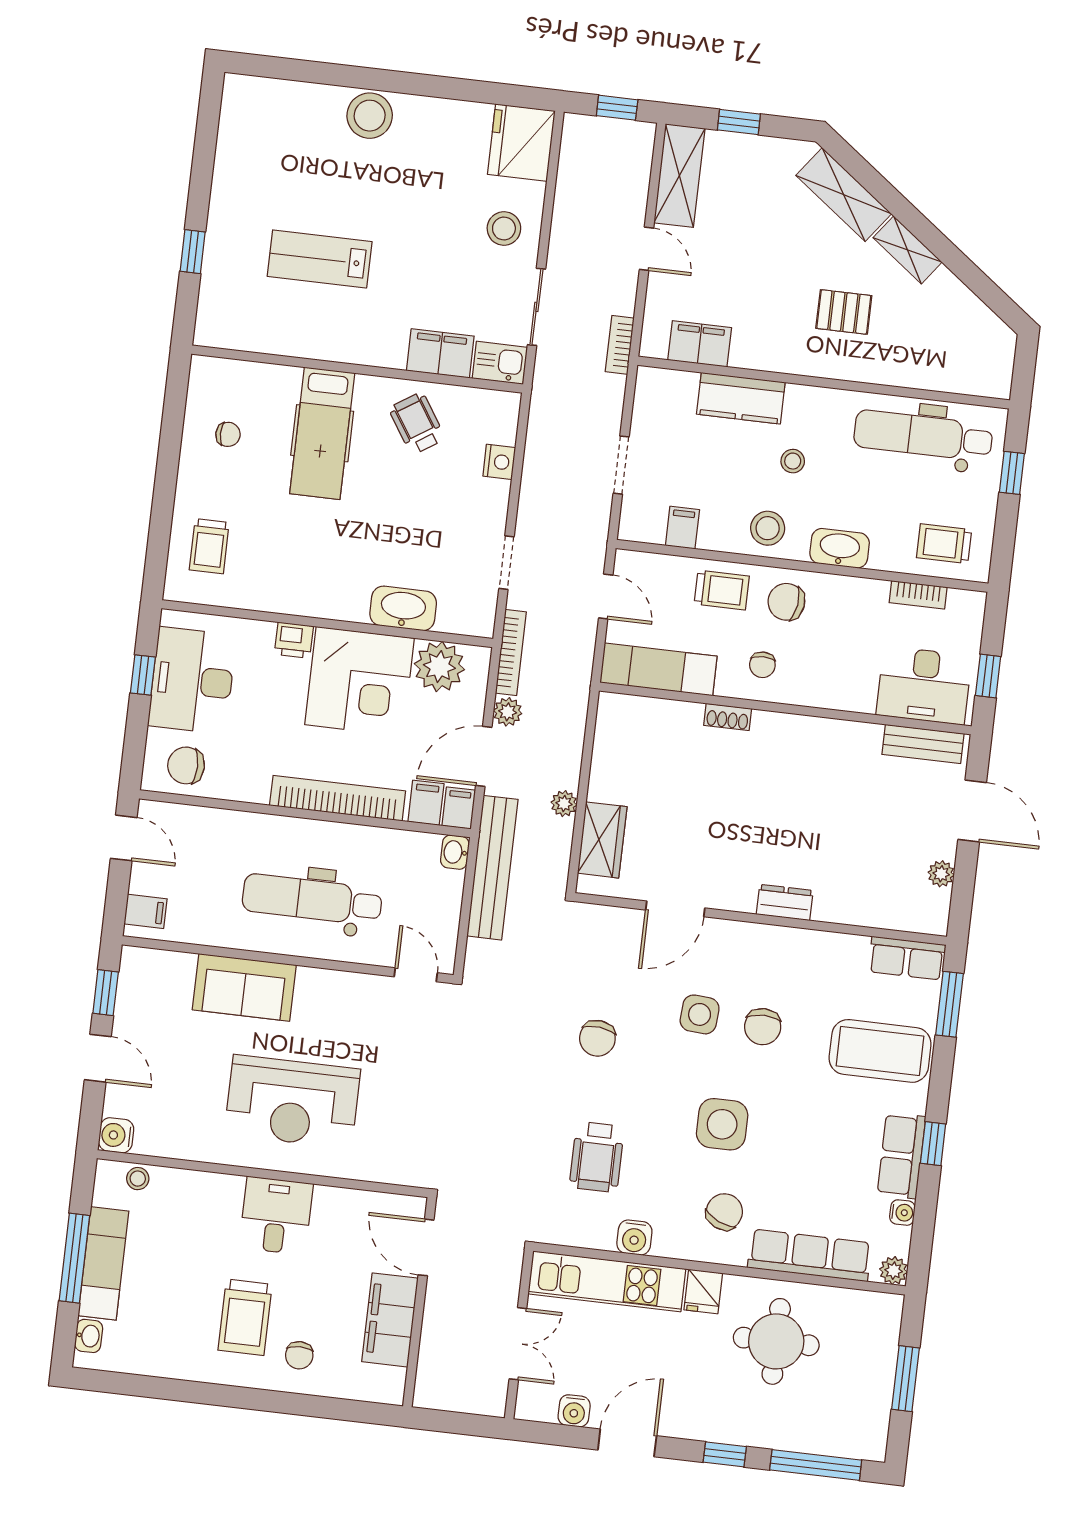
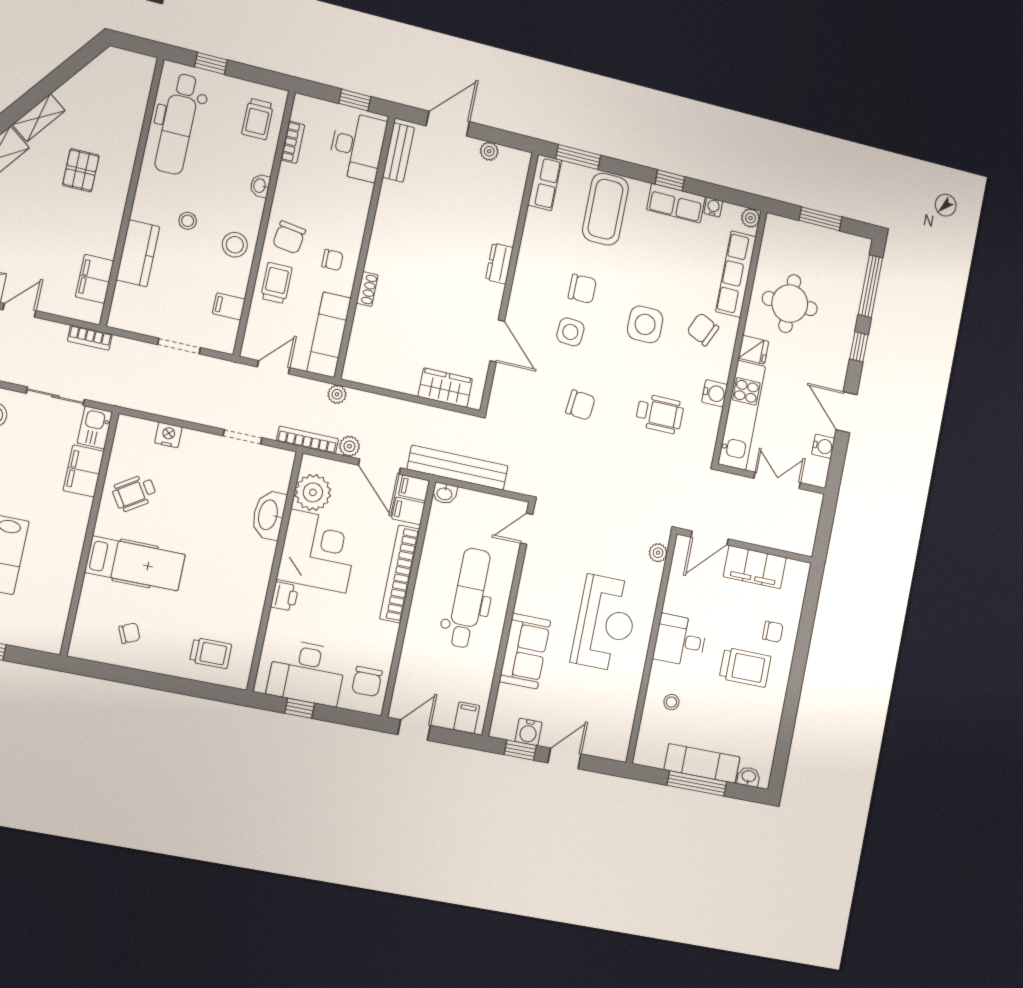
chair: (228, 434) -> (129, 633), turned 66
washbasin: (840, 548) -> (260, 186), width x0.52, depth x0.69
plant: (564, 804) -> (337, 394), moved
dental chair: (312, 900) -> (469, 598), turned 180
water cooler: (116, 1135) -> (528, 732), moved
plant: (398, 1172) -> (658, 553), added
stool: (138, 1179) -> (671, 702), moved

